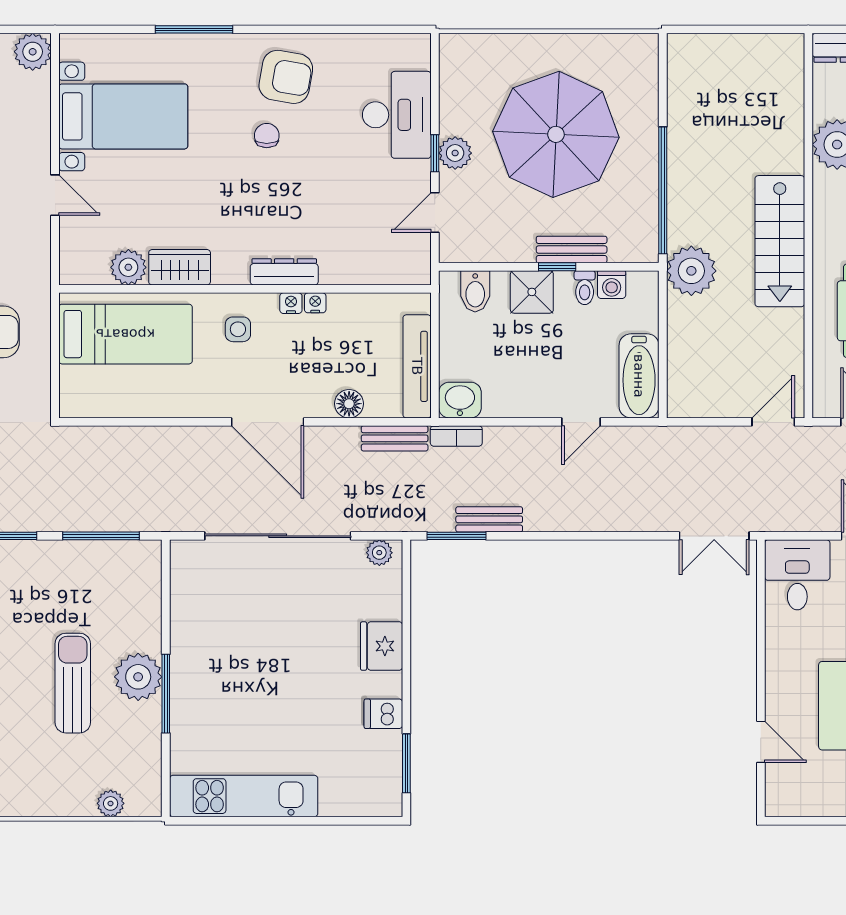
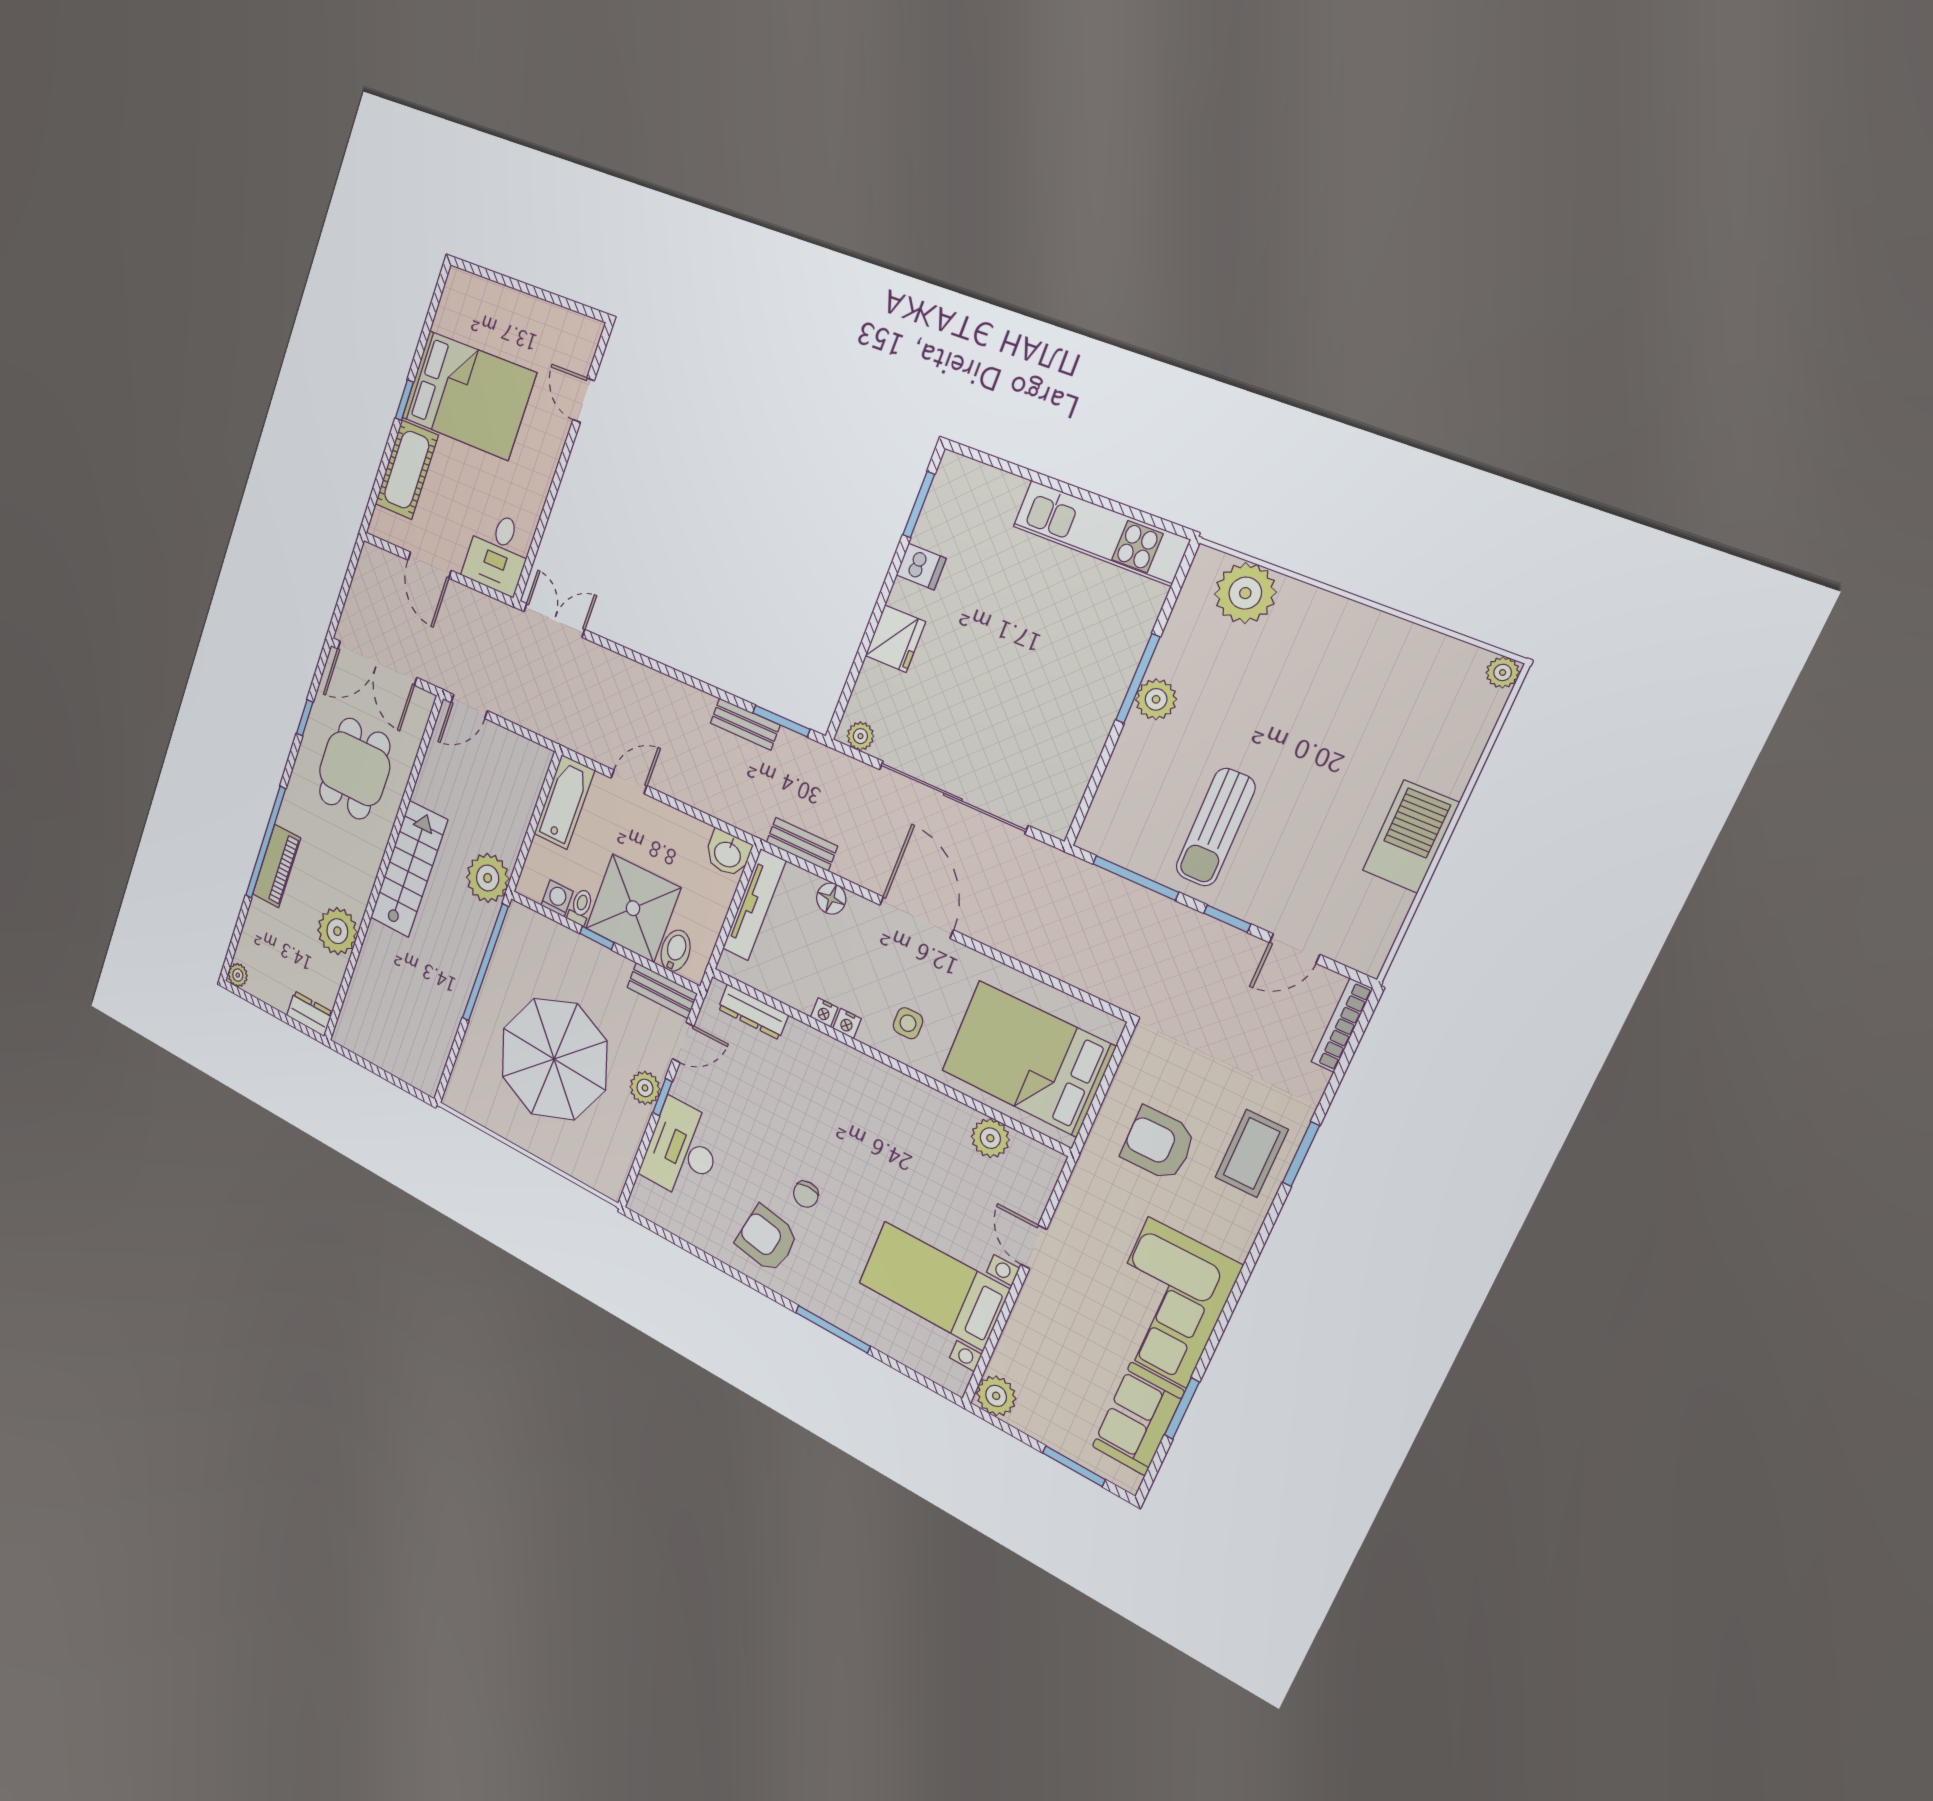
bench: (572, 250) -> (662, 990), moved
wardrobe: (180, 267) -> (940, 1112), removed
dresser: (284, 272) -> (753, 1012), moved
shower: (532, 292) -> (633, 908), width x1.86, depth x1.86
bed: (125, 334) -> (1028, 1059), width x1.50
bookcase: (456, 436) -> (744, 820), removed
plant: (138, 677) -> (1156, 699), width x0.73, depth x0.73
sun lounger: (73, 683) -> (1215, 827), moved
plant: (111, 803) -> (1245, 593), width x1.88, depth x1.88

